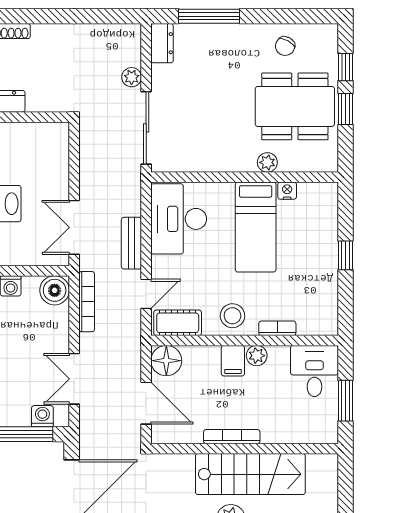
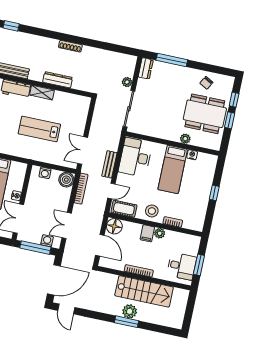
desk: (314, 371) -> (182, 266), moved, turned 90

